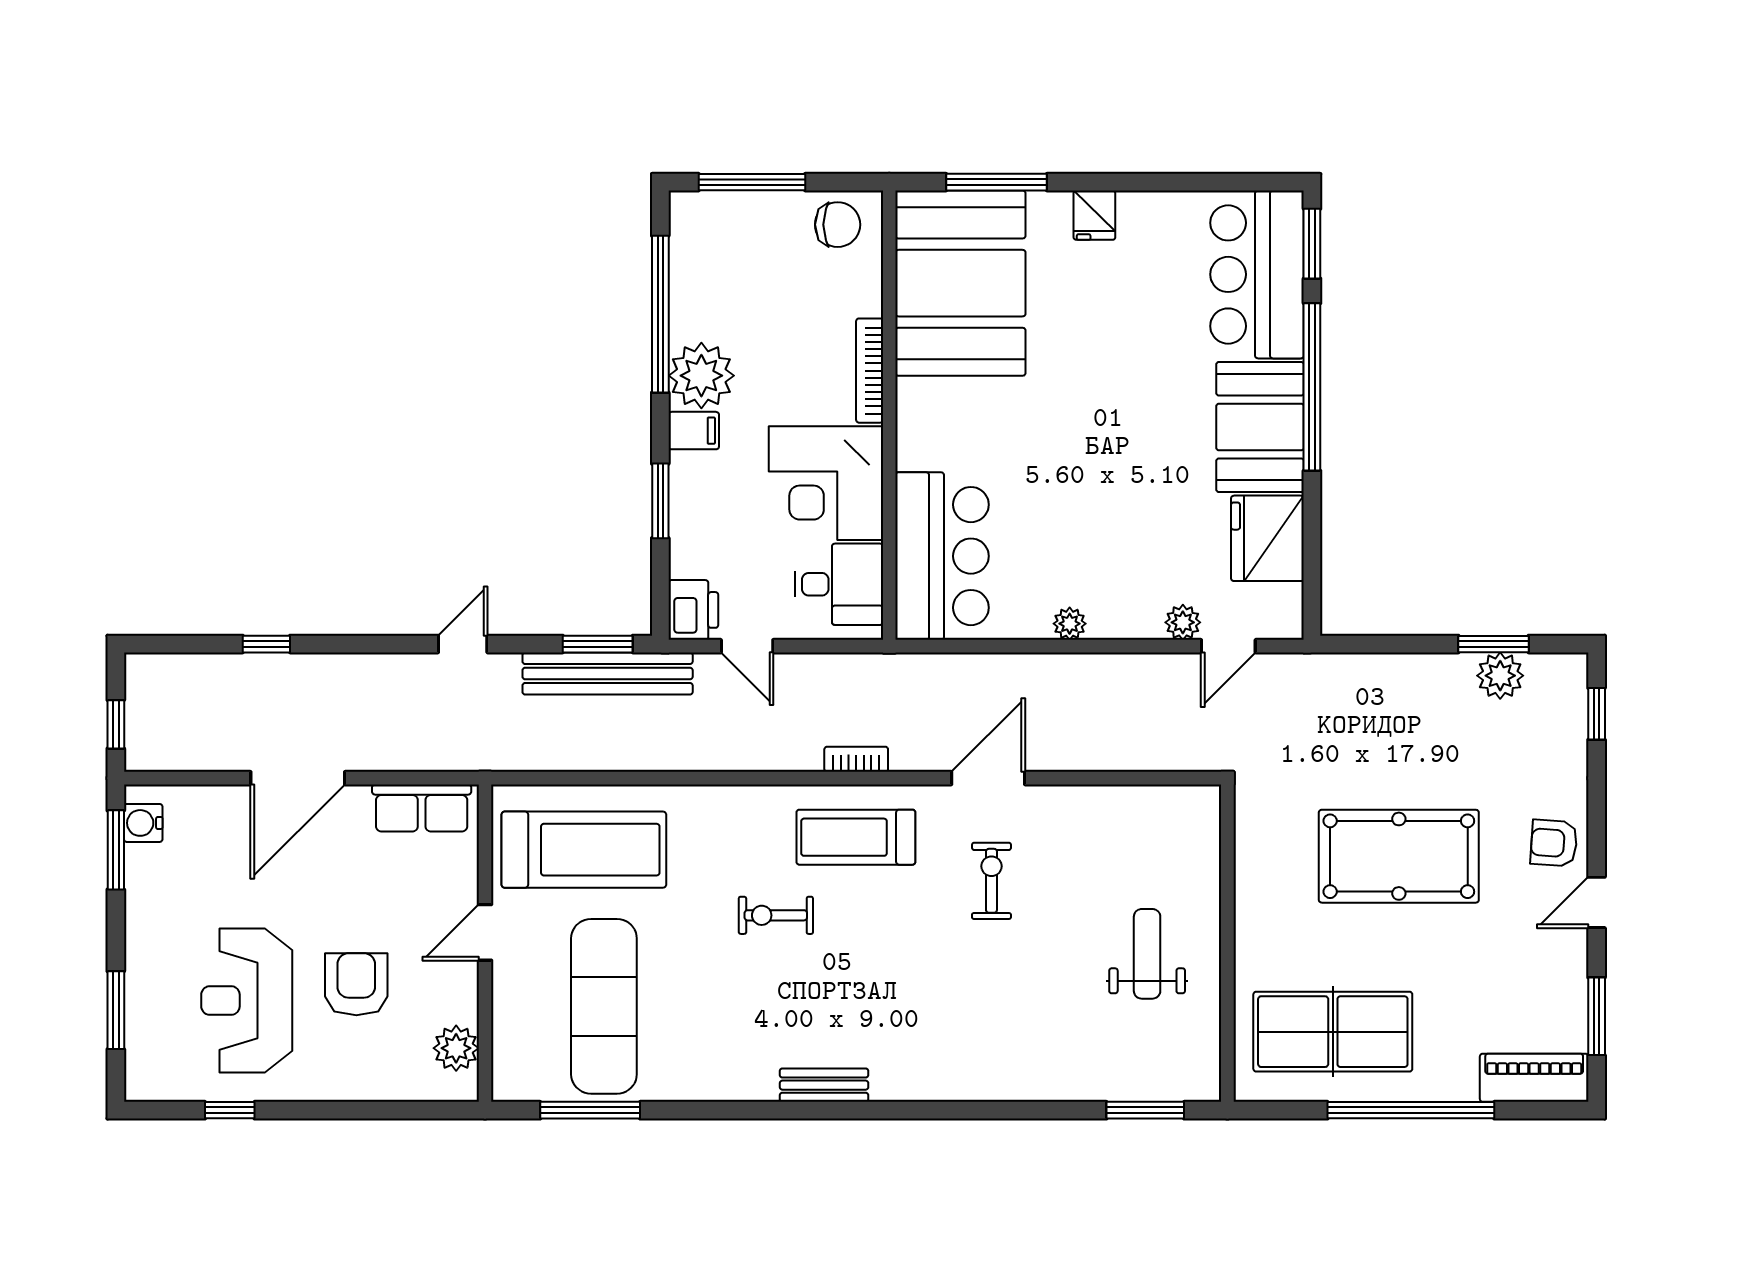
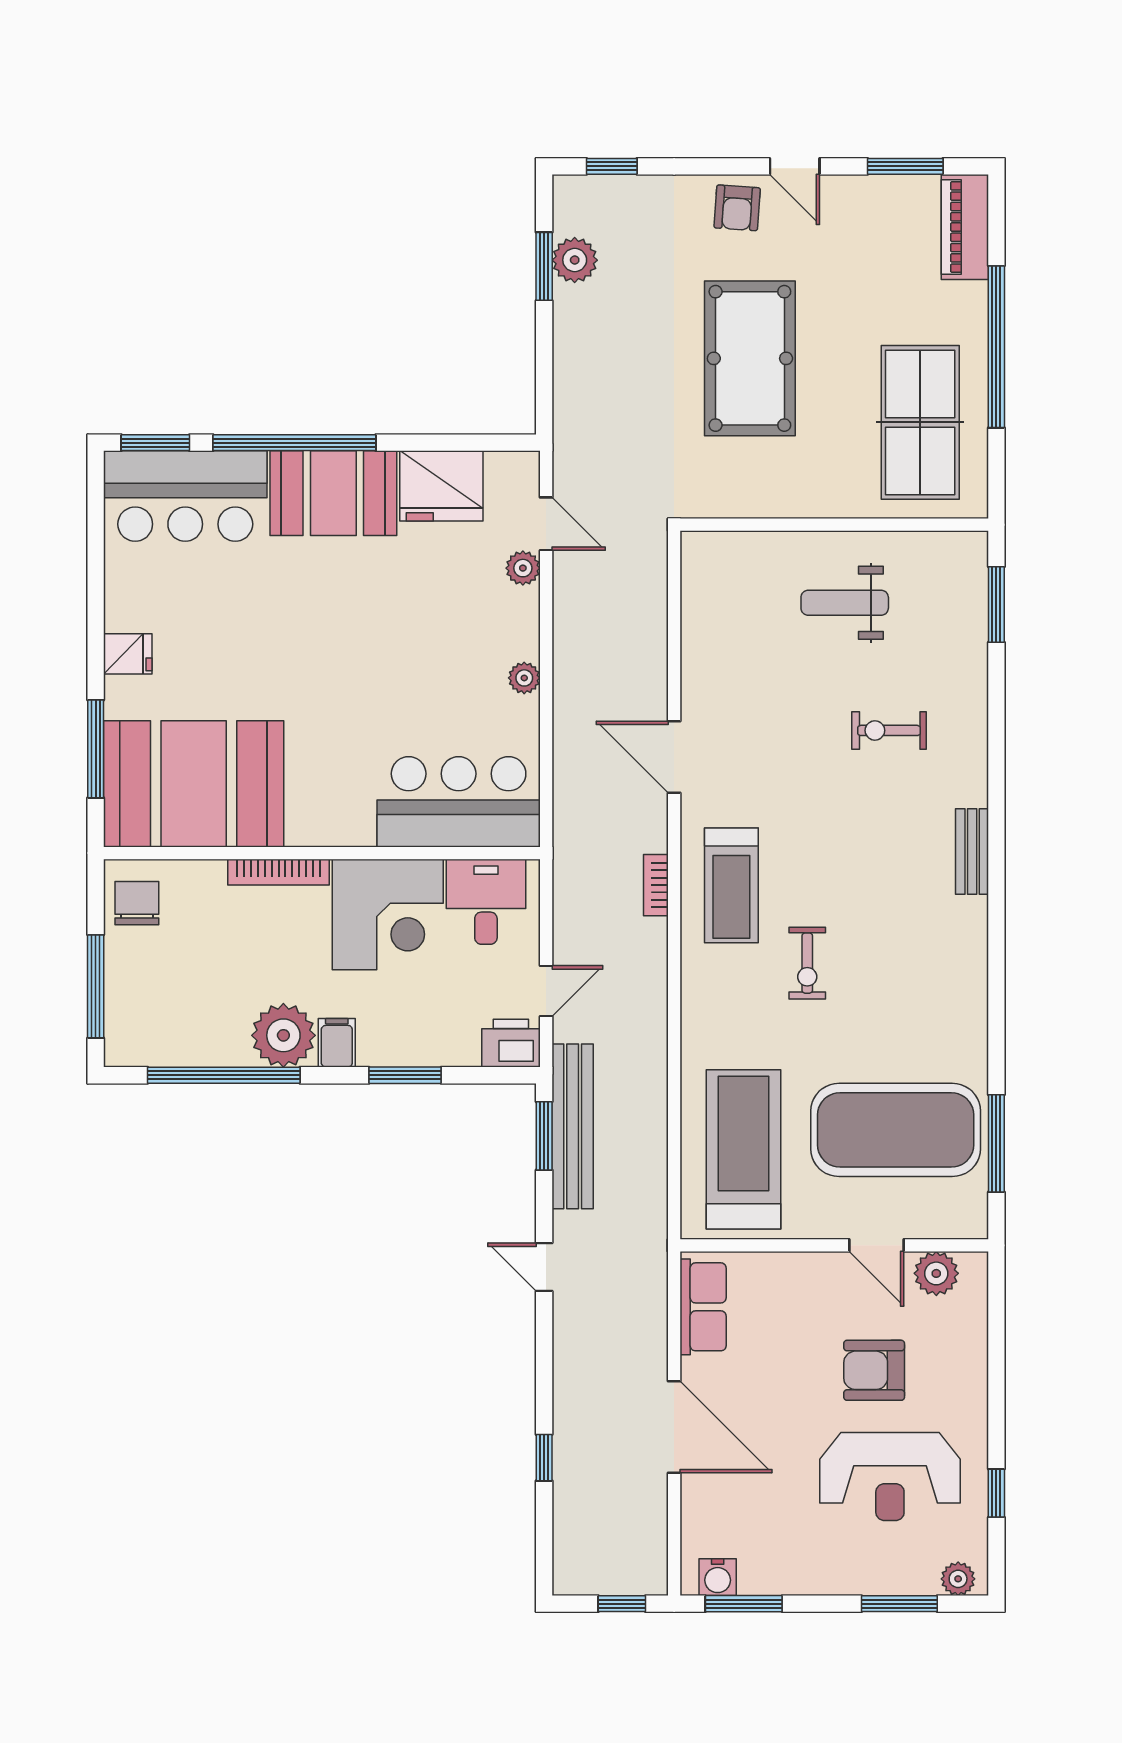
exercise bike: (991, 881) -> (889, 730), moved
door: (485, 932) -> (876, 1245), moved
exercise mat: (604, 1006) -> (896, 1130), width x1.47
plant: (141, 1071) -> (958, 1579), added
bench: (824, 1085) -> (972, 851), moved

